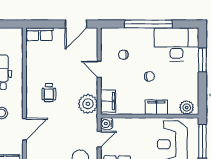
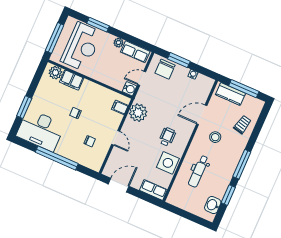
side table: (37, 67) -> (168, 163), added
filing cabinet: (108, 101) -> (120, 107), width x0.50
filing cabinet: (156, 107) -> (72, 80), moved

